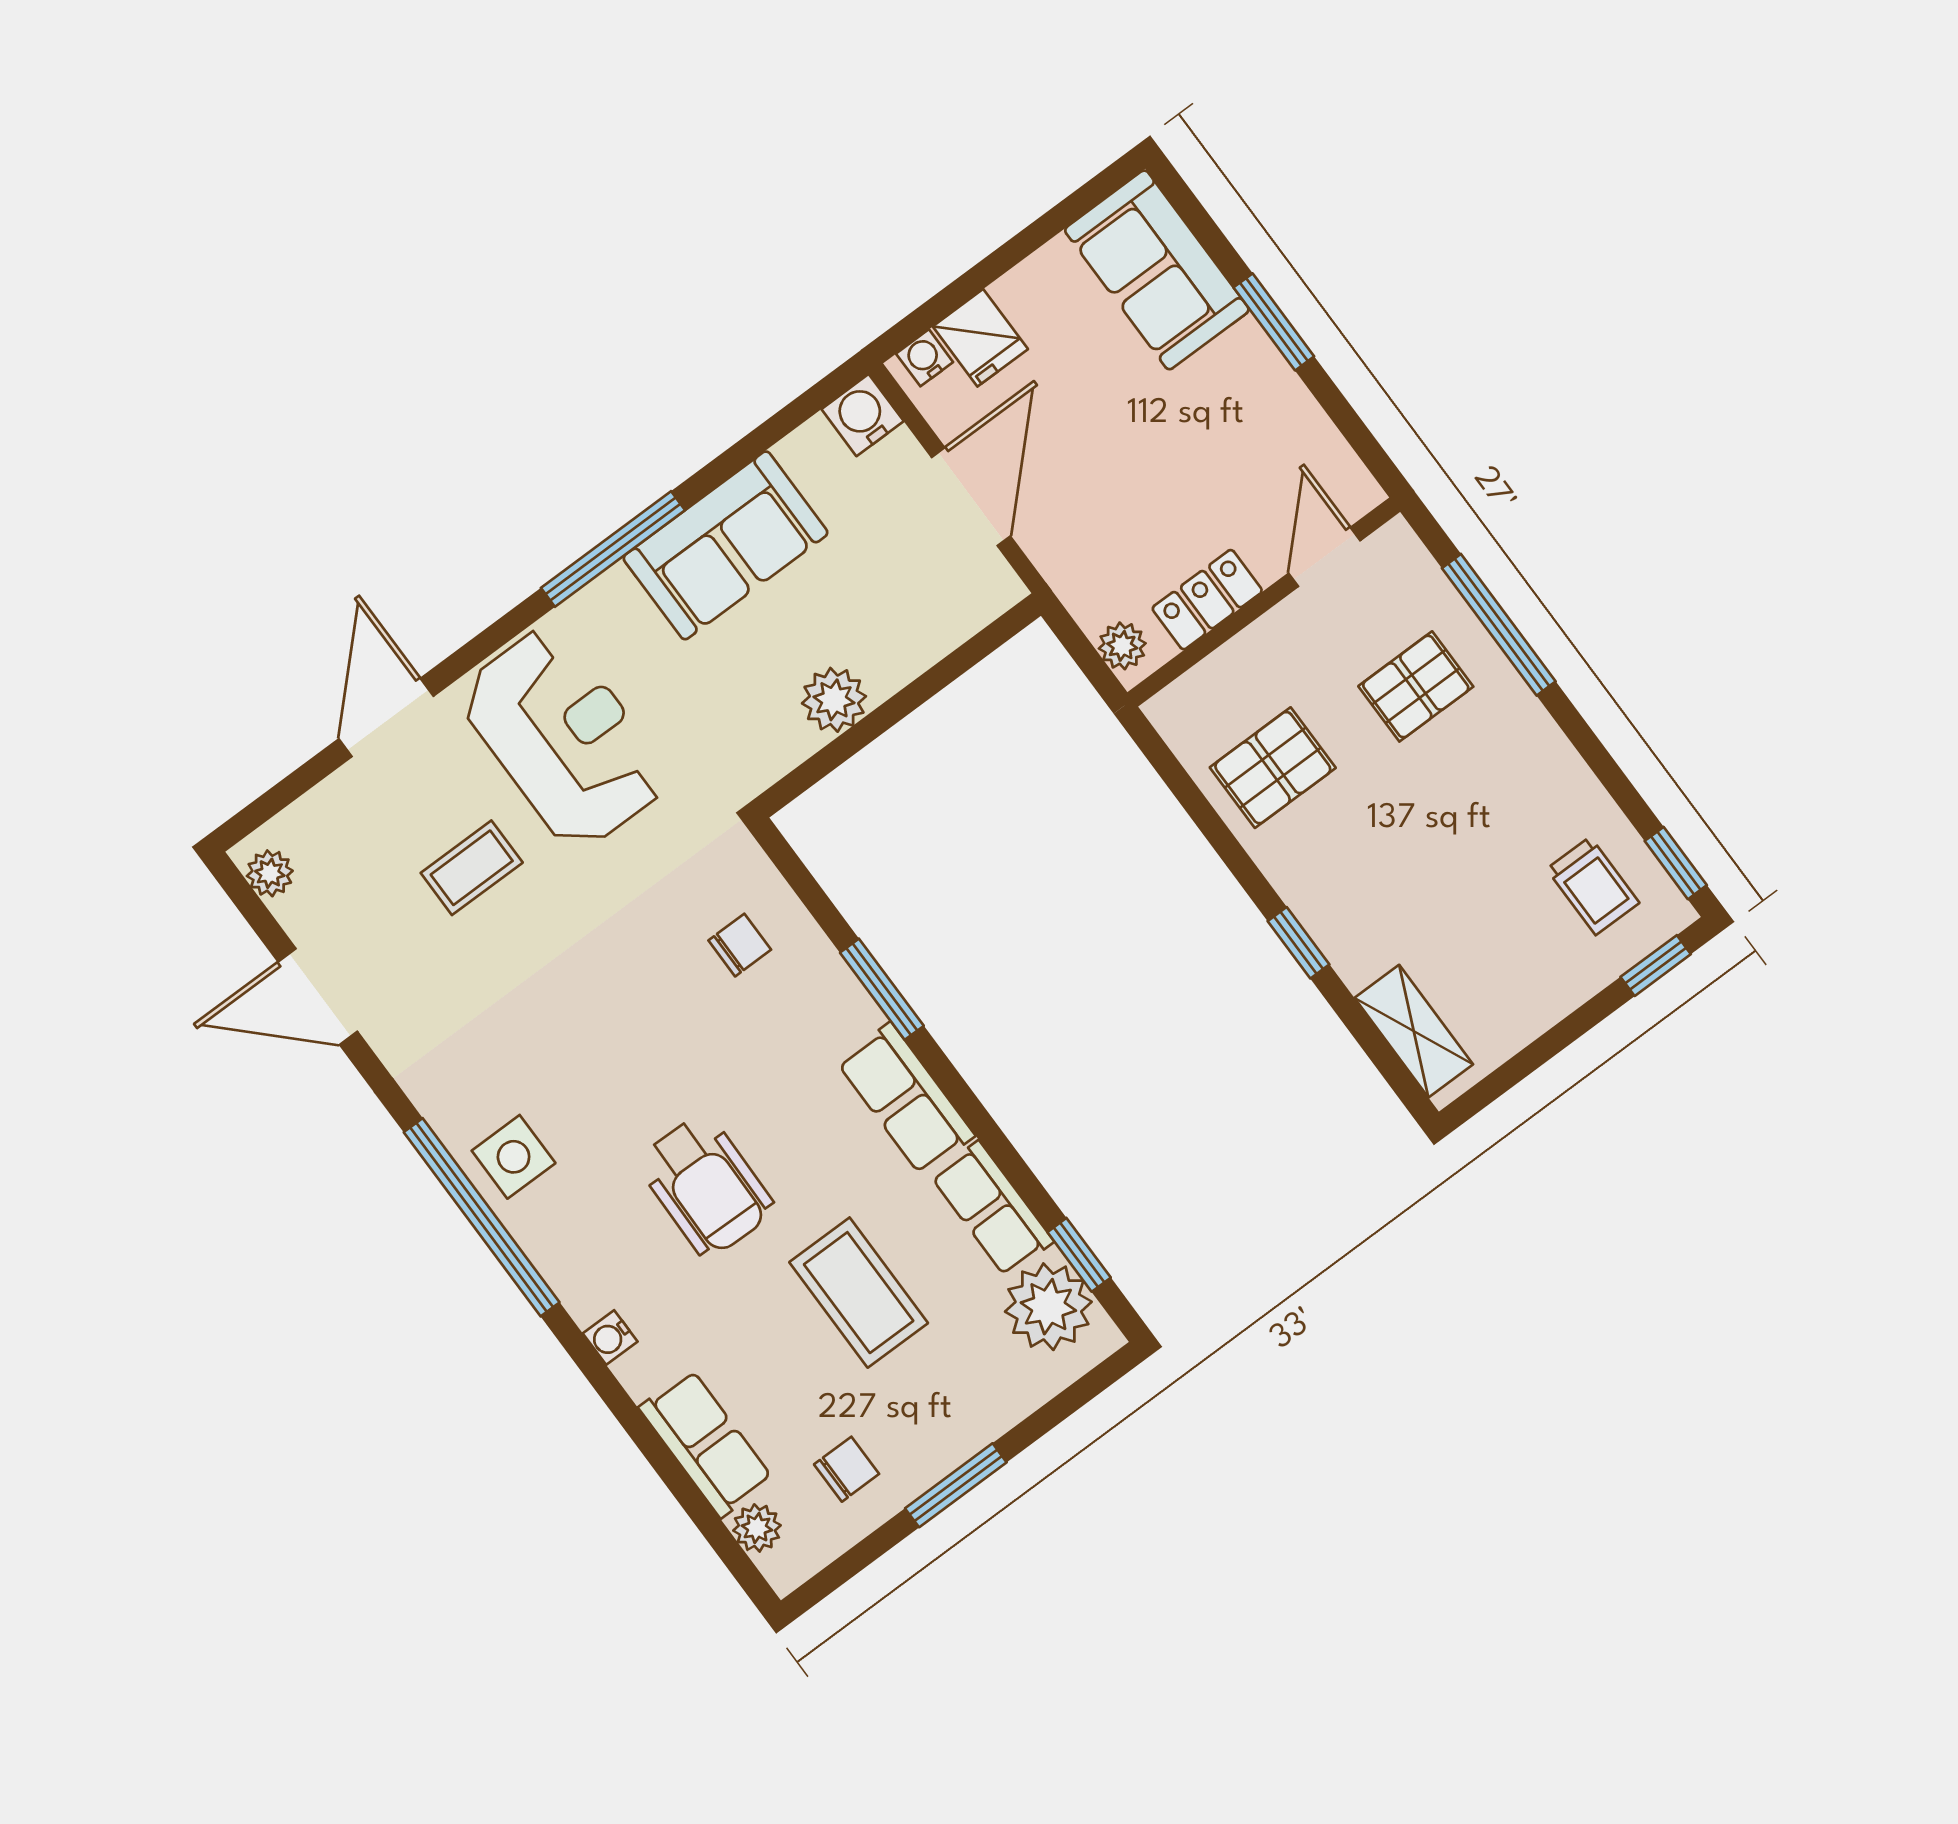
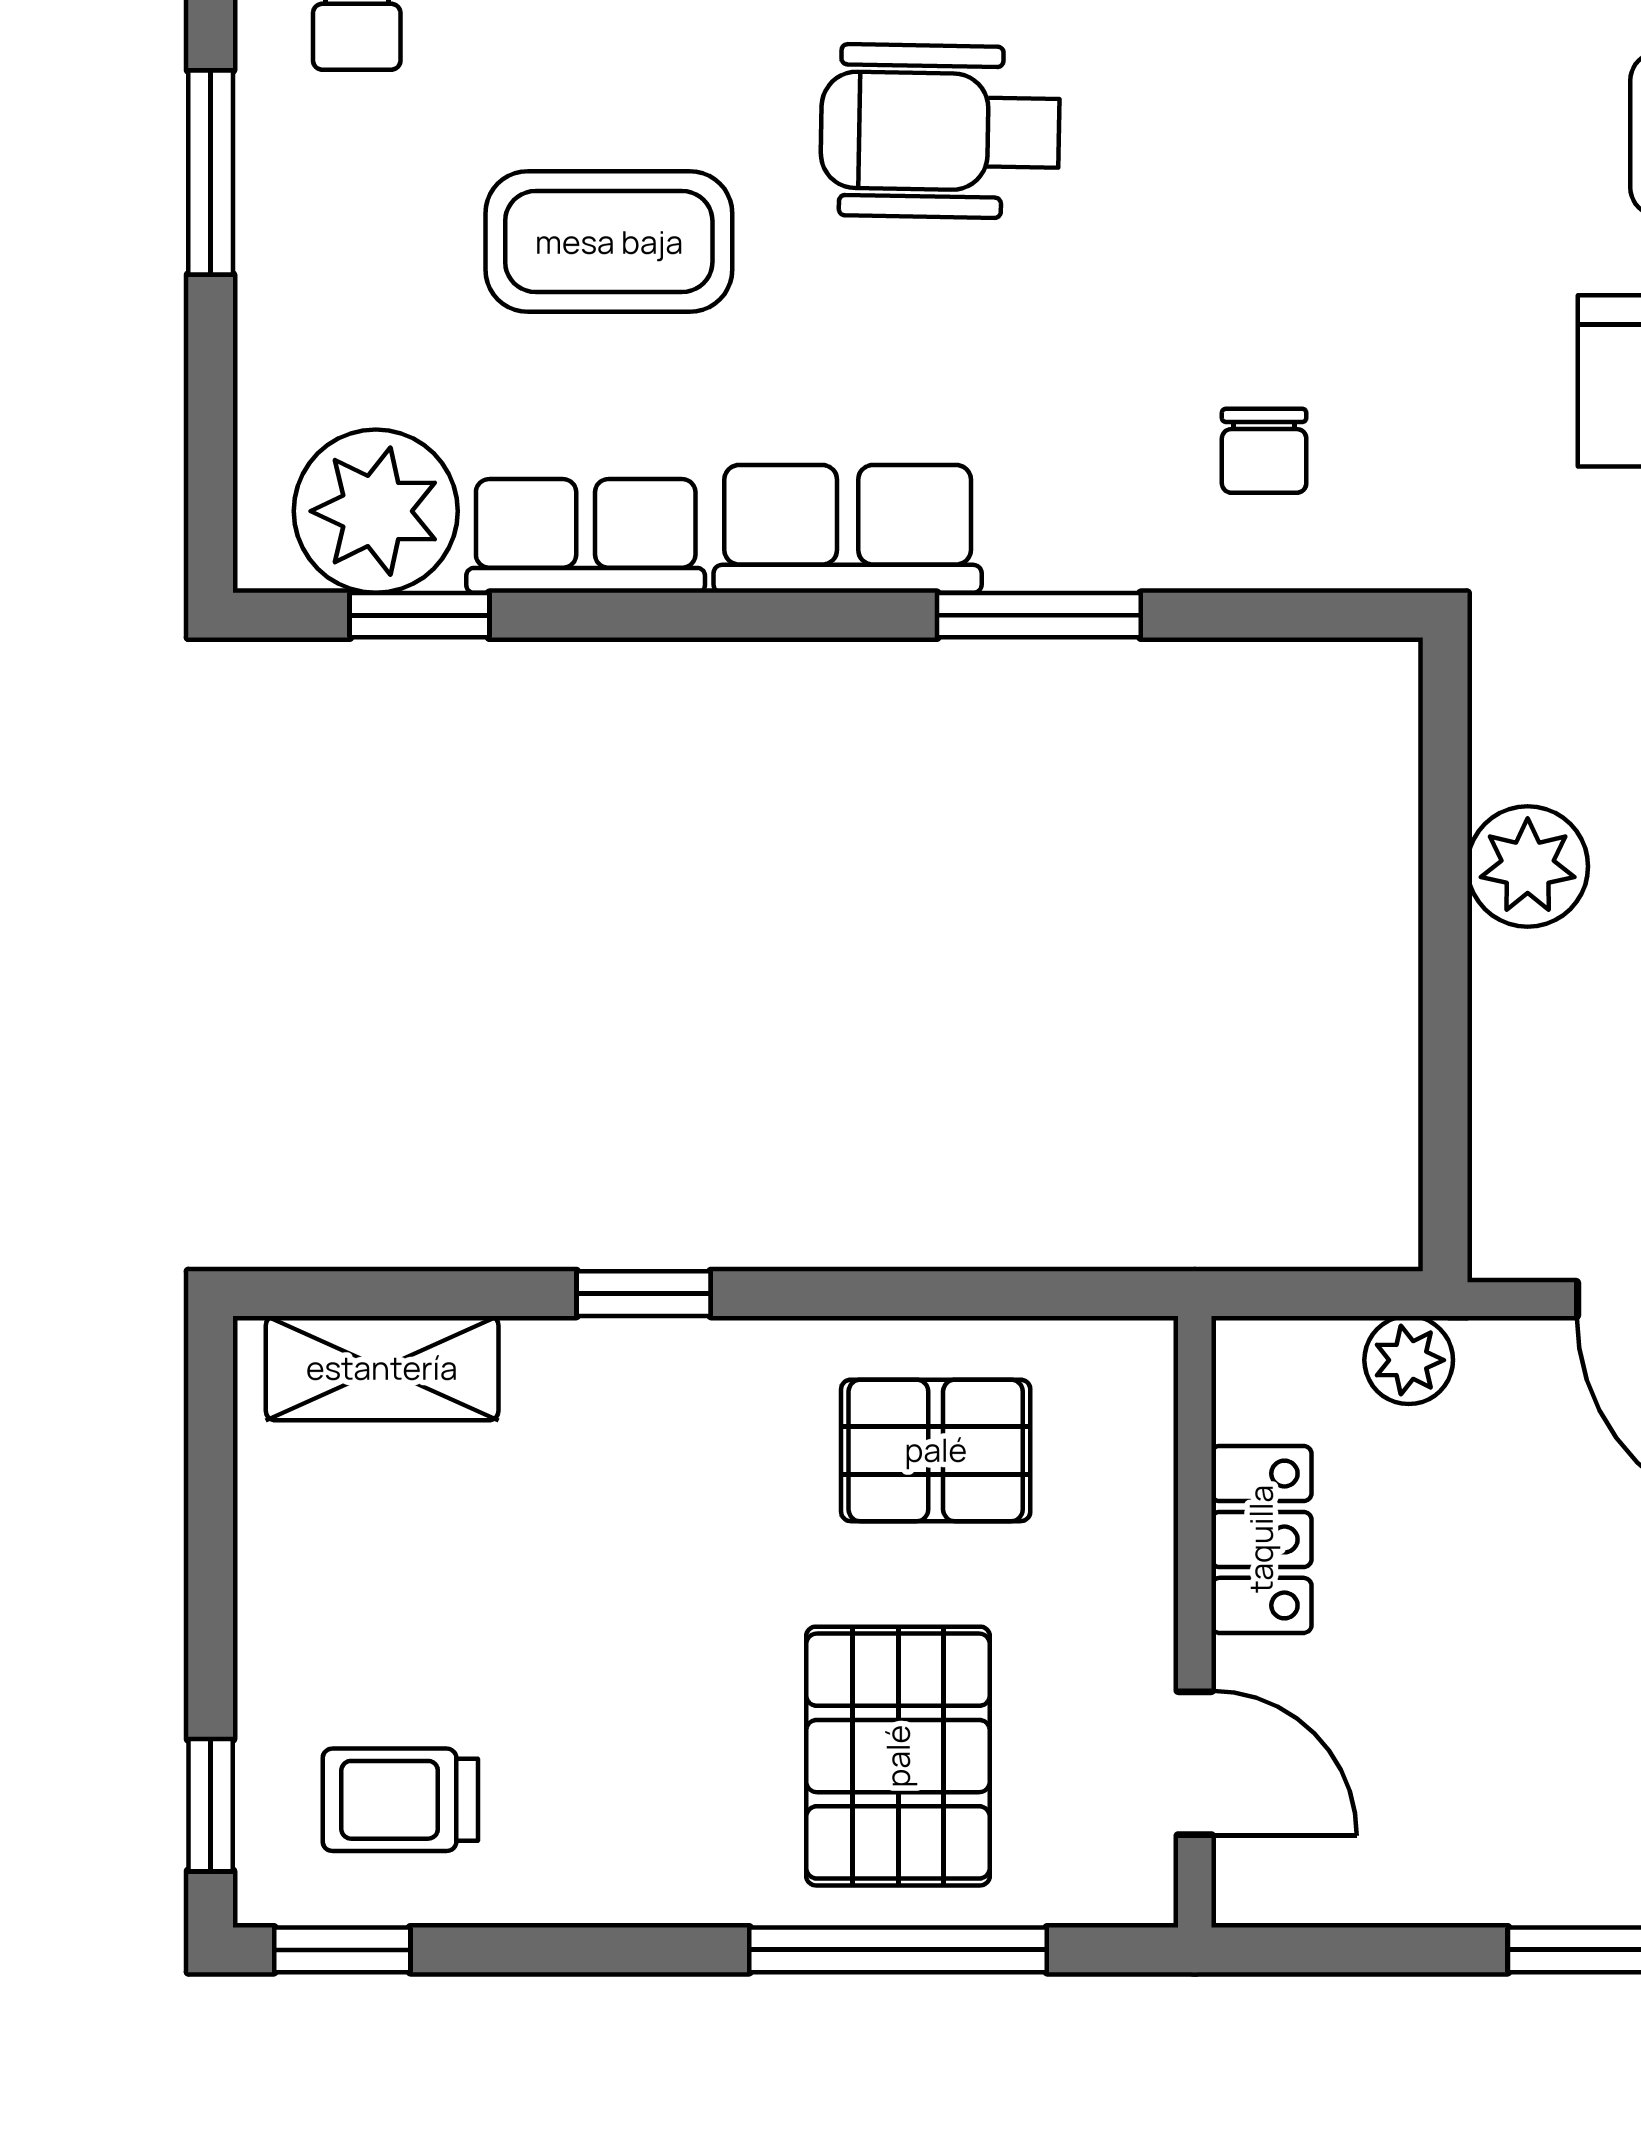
plant: (1122, 646) -> (1409, 1360), moved
pallet: (1416, 686) -> (898, 1756), width x1.50, depth x1.42
pallet: (1273, 768) -> (936, 1450), turned 90

